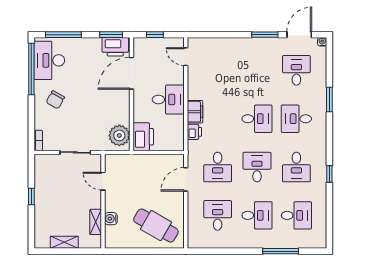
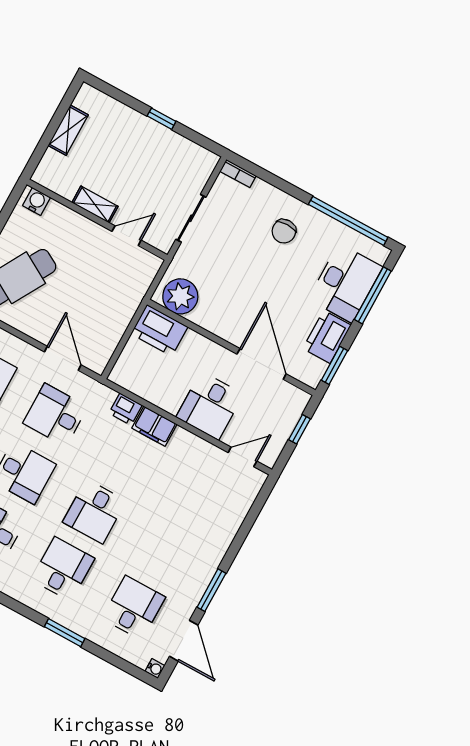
printer: (115, 47) -> (327, 337), moved
desk: (49, 60) -> (345, 283), moved, turned 90
desk: (296, 70) -> (134, 608), turned -90
chair: (55, 100) -> (284, 231), turned -119
desk: (168, 100) -> (210, 406), moved
water cooler: (111, 219) -> (36, 201), moved
shelving: (96, 222) -> (95, 205), moved

